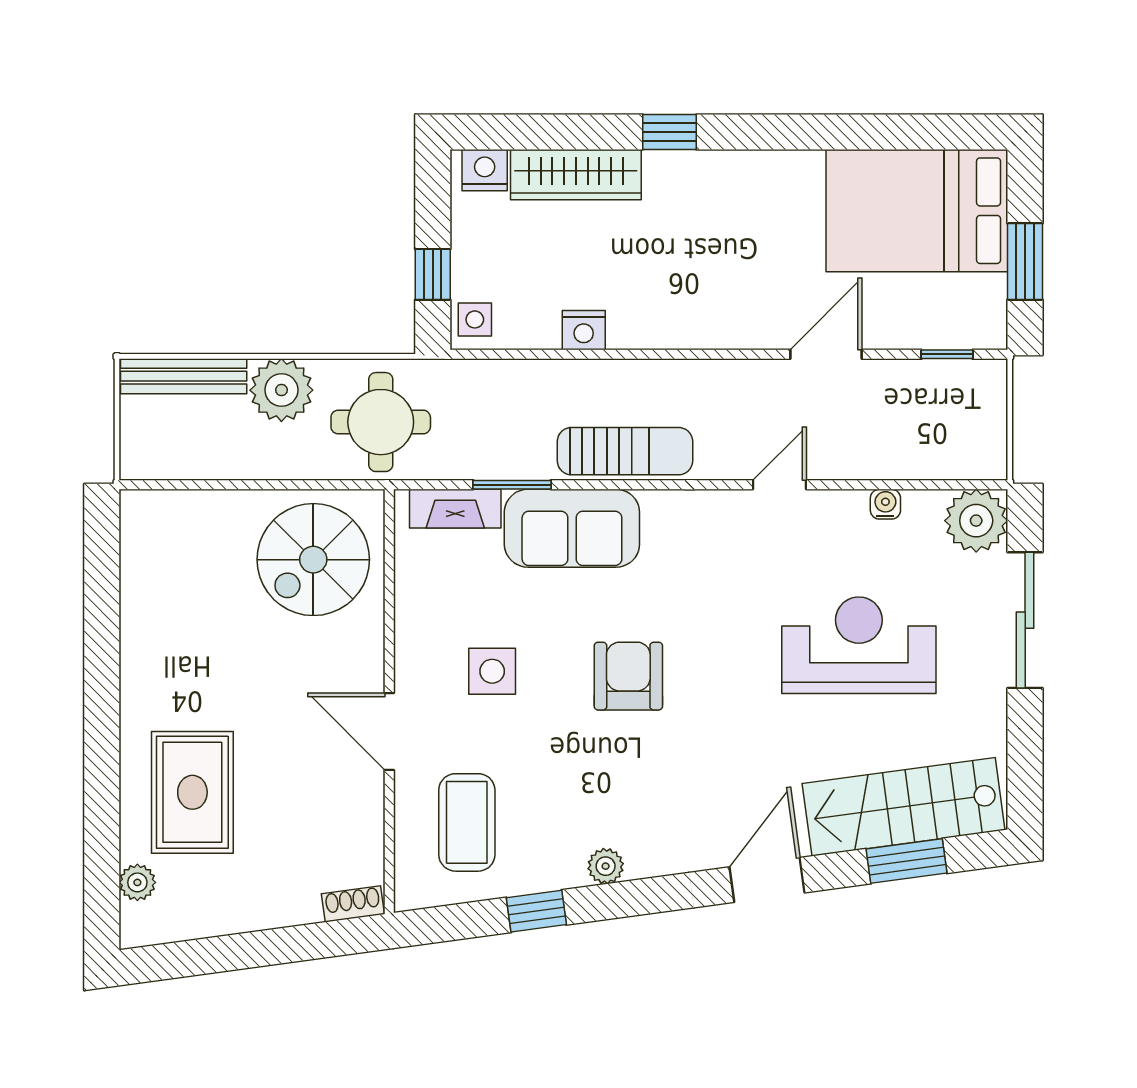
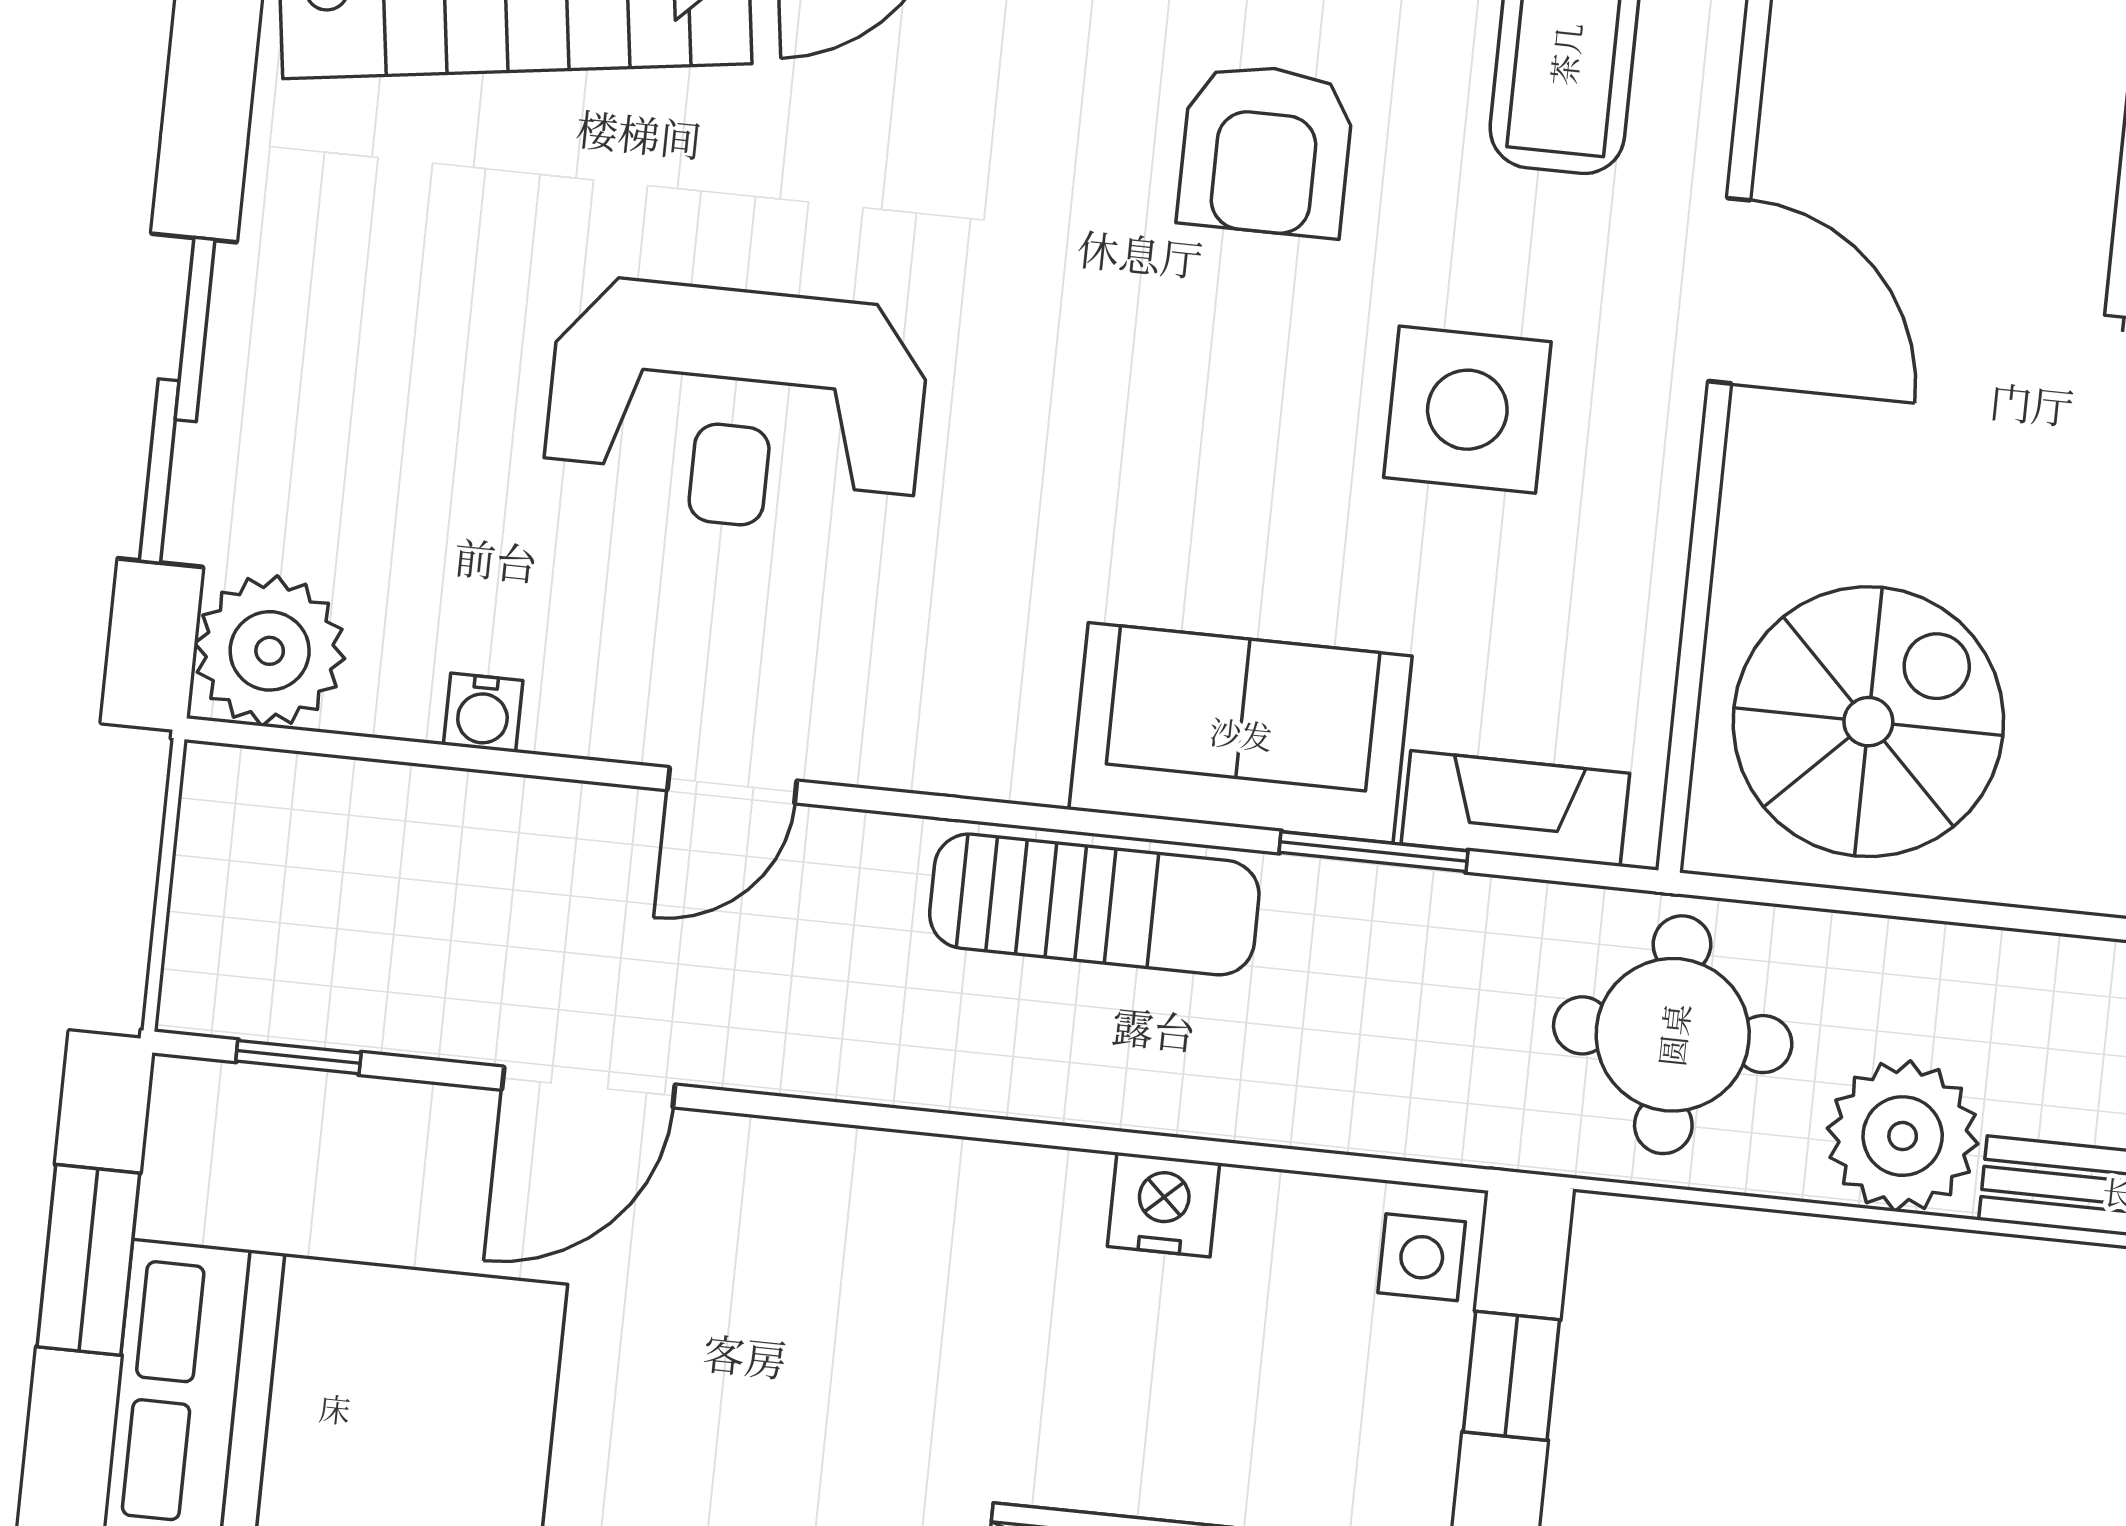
sun lounger: (625, 451) -> (1094, 904), turned 180
reception desk: (859, 645) -> (736, 407), moved
side table: (492, 671) -> (1467, 410), width x1.37, depth x1.37
armchair: (628, 676) -> (1266, 150), moved

